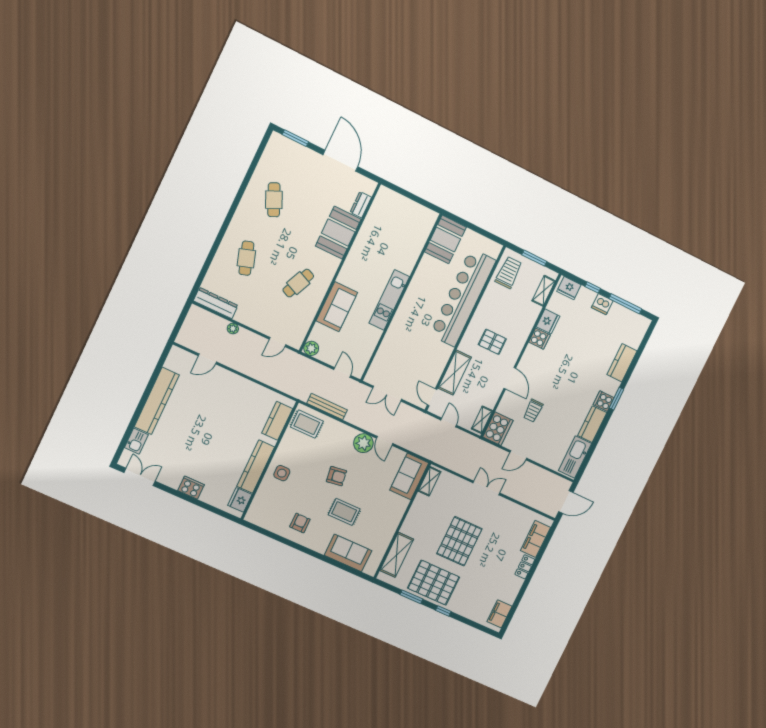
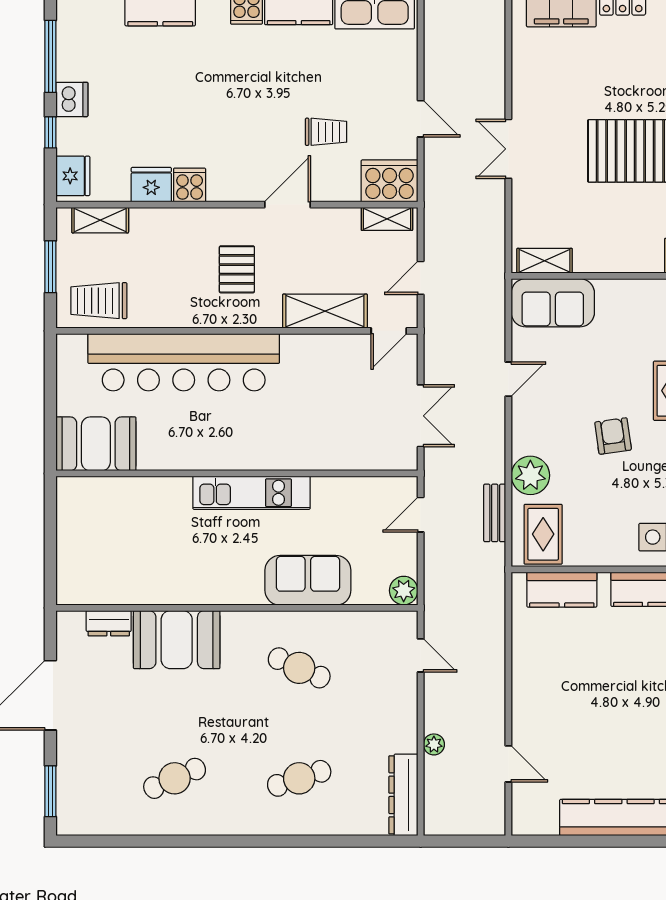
bench: (327, 407) -> (495, 513), width x0.73
plant: (363, 443) -> (530, 475), moved

